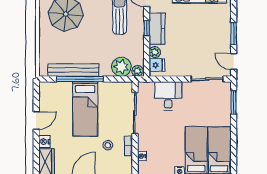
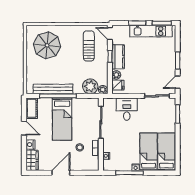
door: (234, 61) -> (178, 82), hinge flipped
cot: (46, 95) -> (32, 108), added
door: (36, 120) -> (24, 128), hinge flipped

